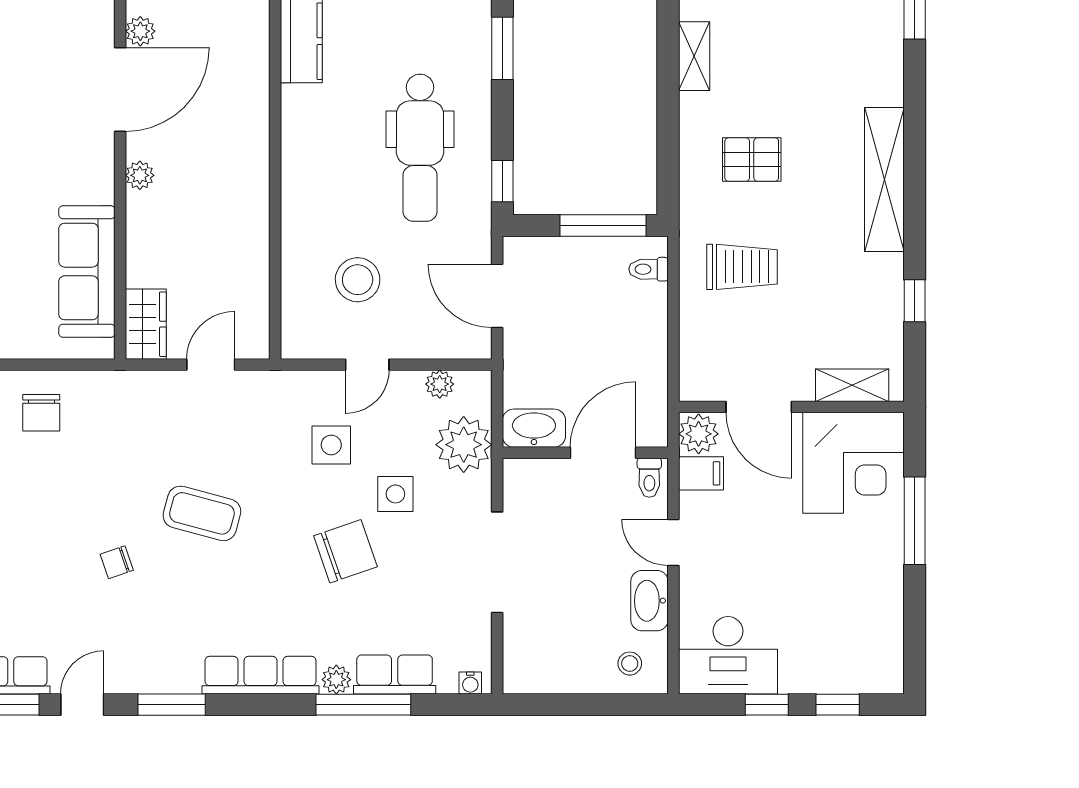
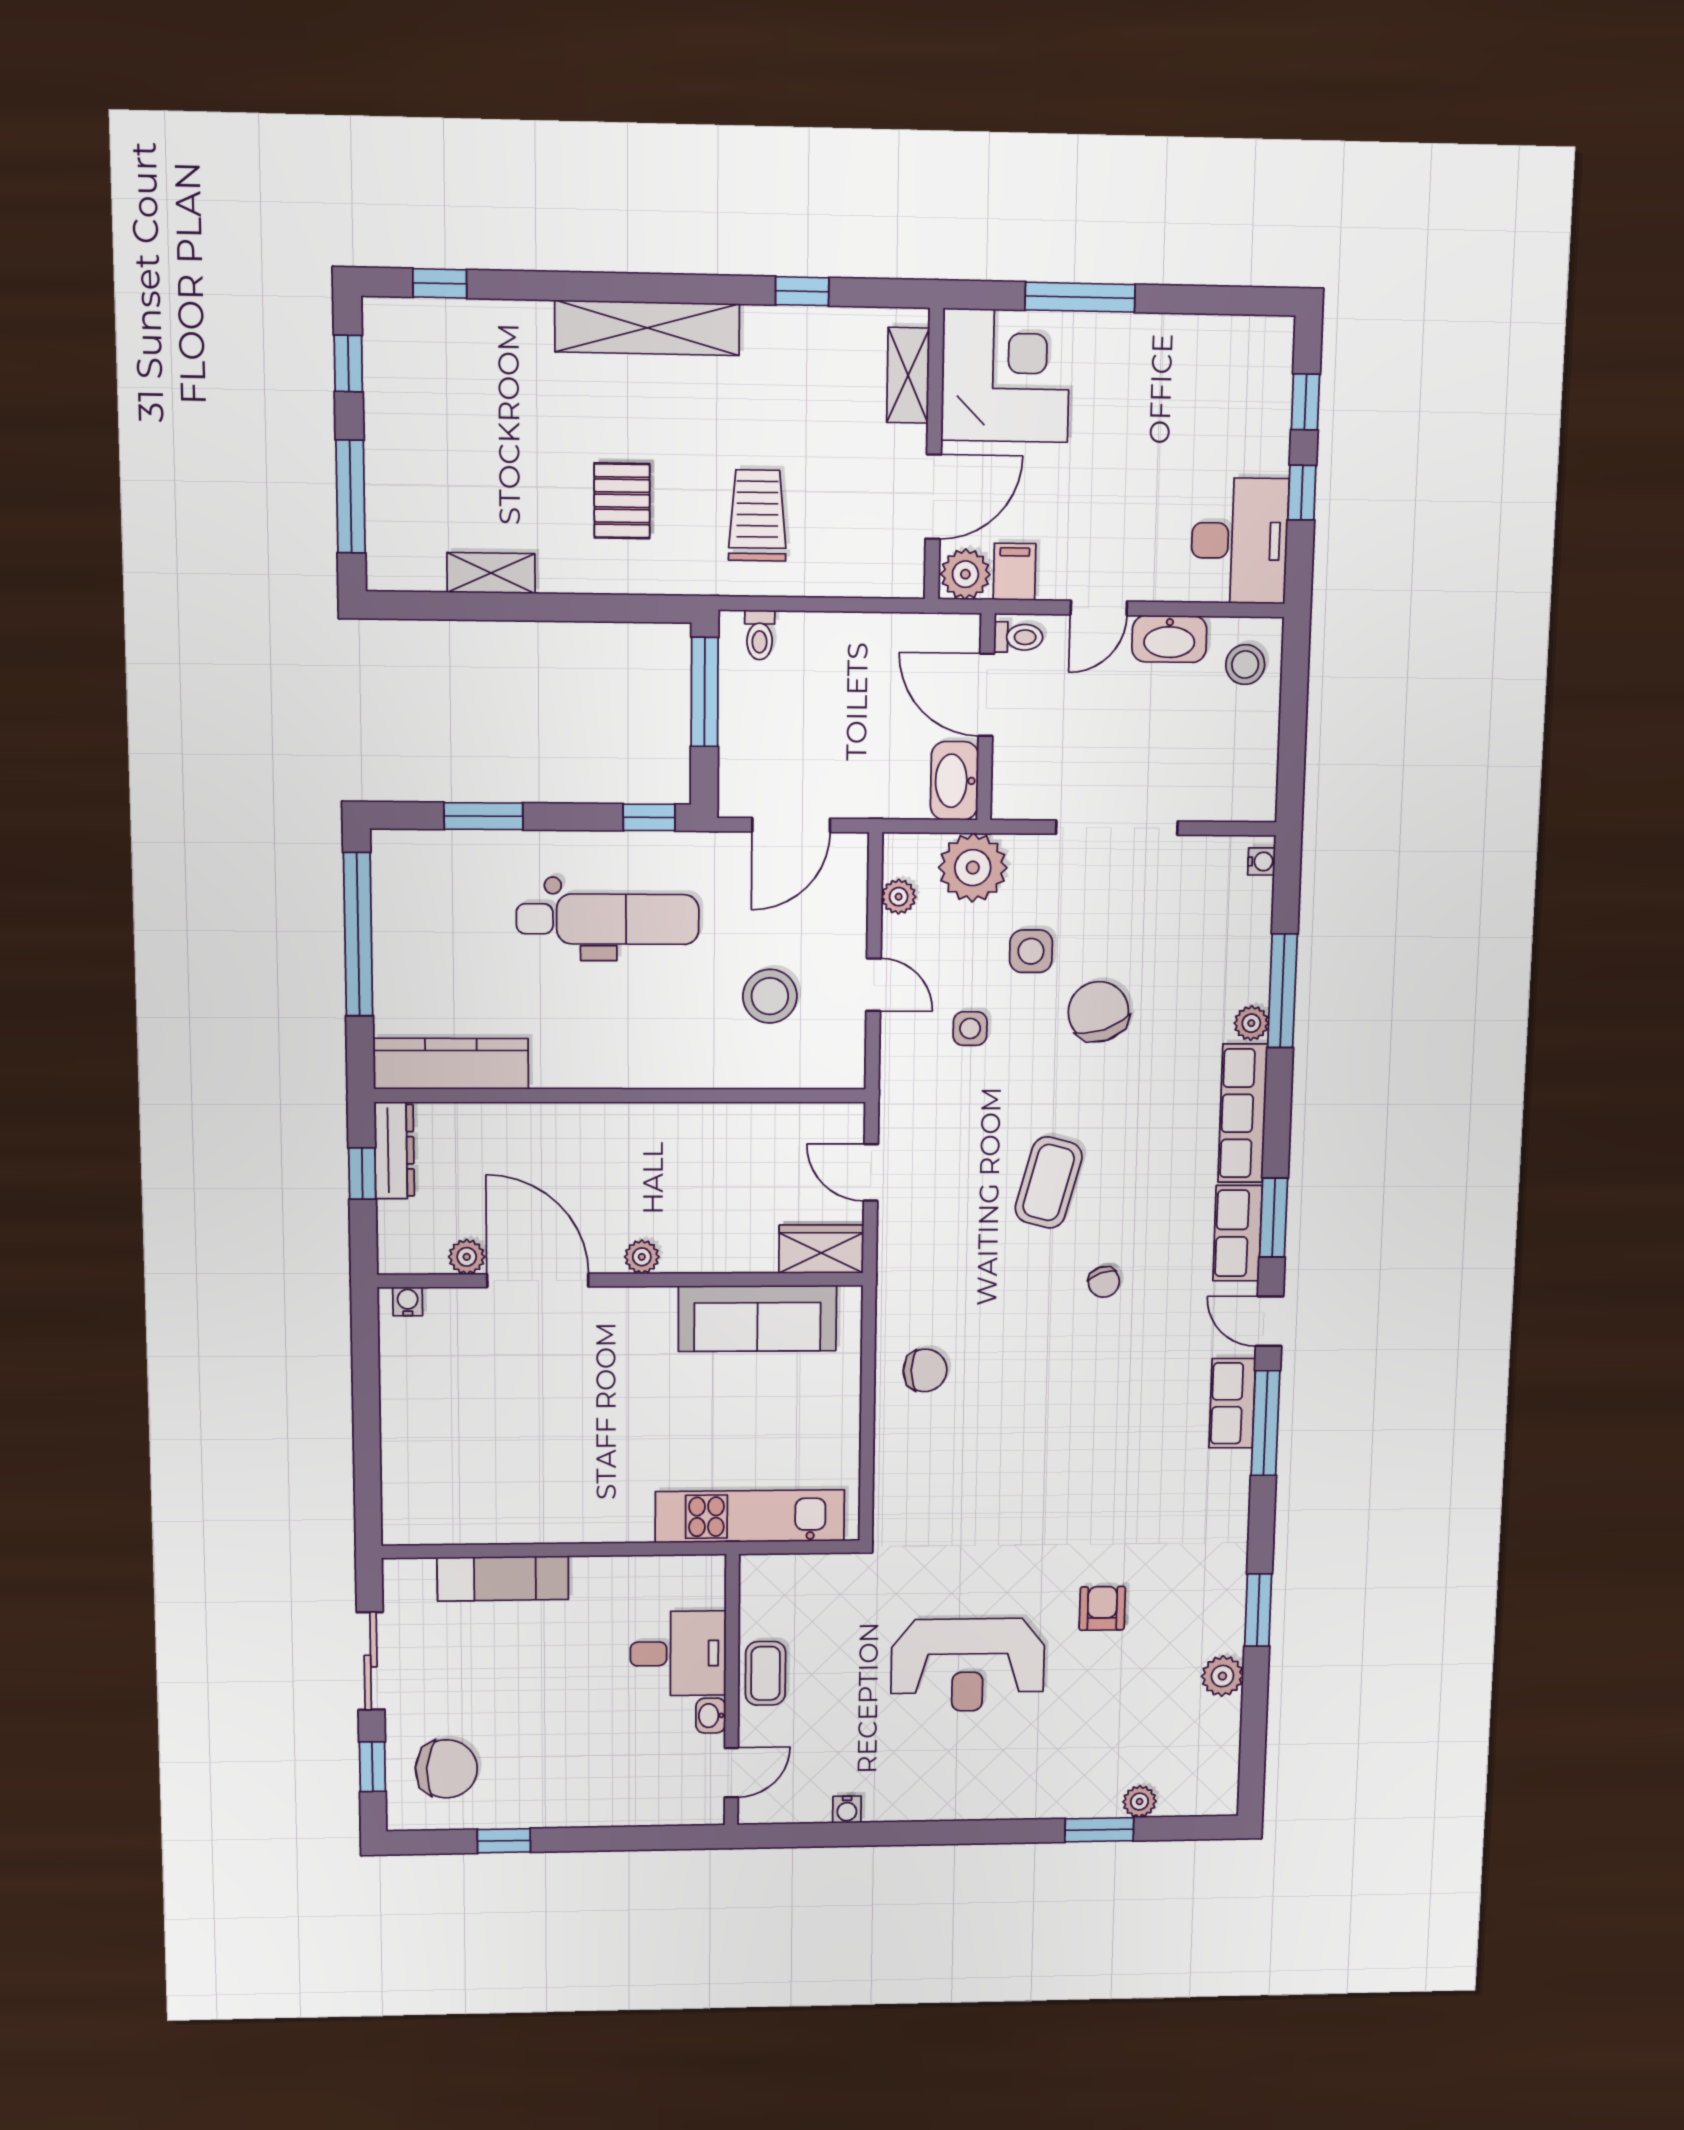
side table: (331, 445) -> (970, 1029), width x0.73, depth x0.73
stool: (630, 664) -> (1245, 665), width x1.37, depth x1.37
row of seats: (395, 674) -> (1238, 1233), moved

